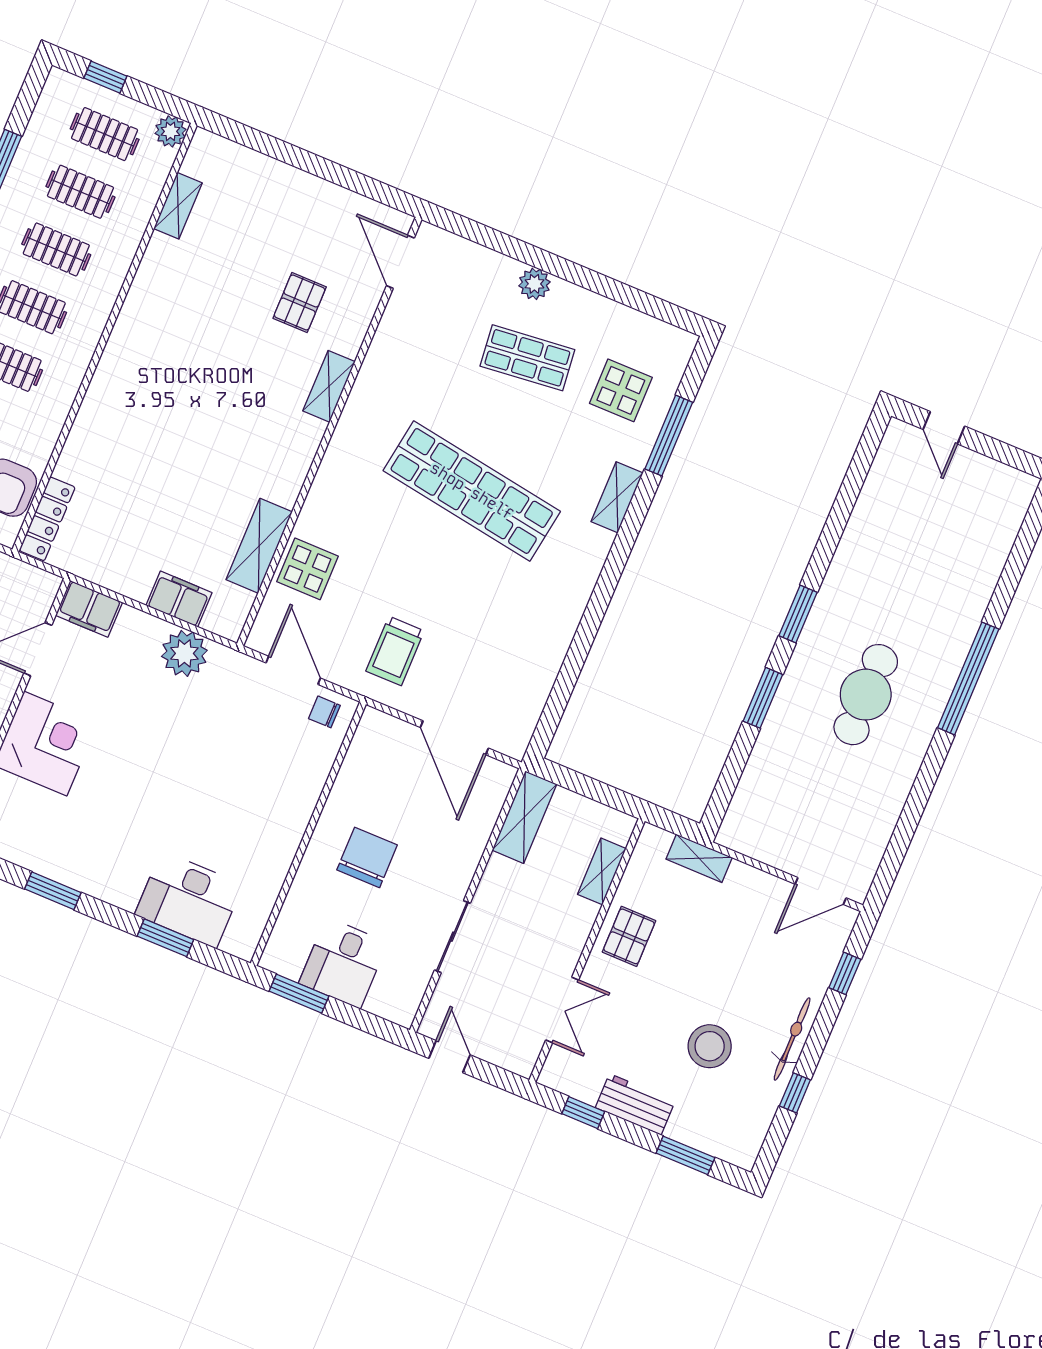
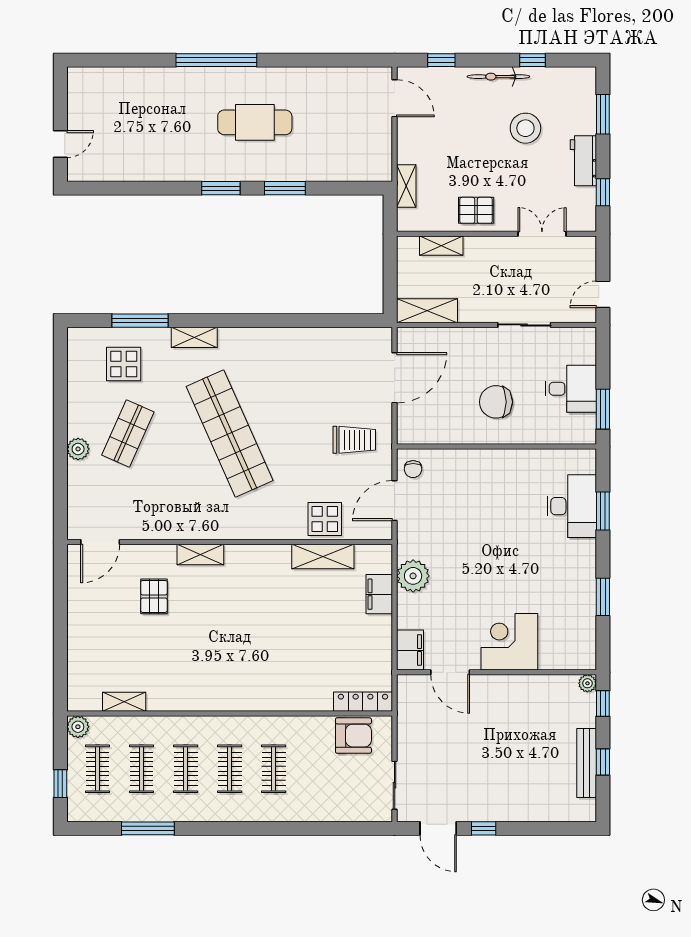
pallet: (300, 303) -> (154, 596), turned 90
shop shelf: (527, 358) -> (128, 433), turned 30
shop shelf: (472, 491) -> (230, 433), turned -33

